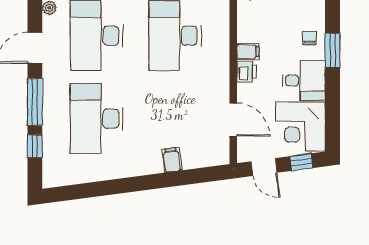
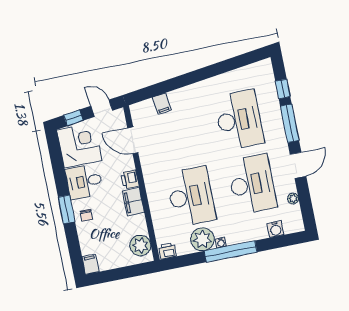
filing cabinet: (248, 52) -> (133, 202), width x2.00
filing cabinet: (172, 160) -> (162, 104), moved

